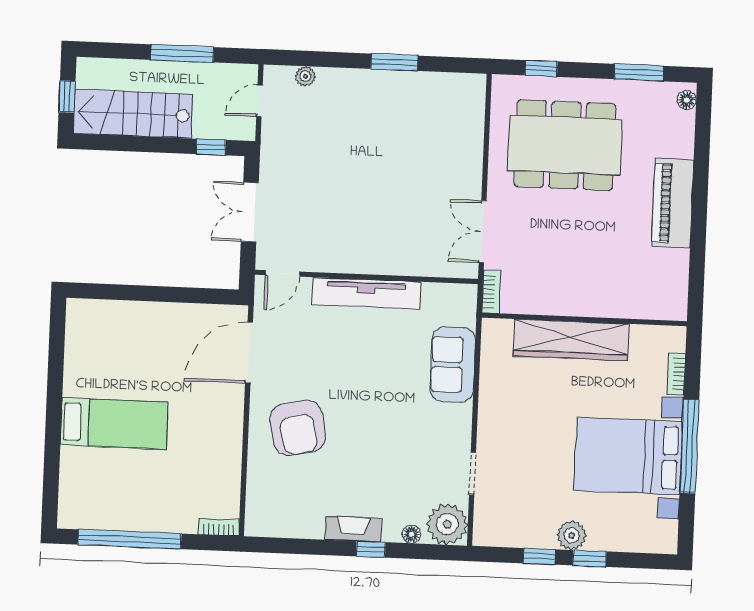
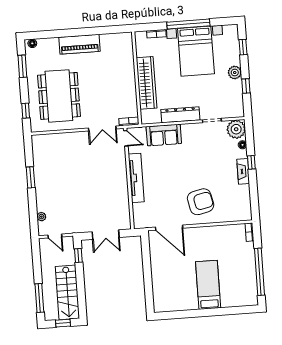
window: (182, 53) -> (39, 298), moved
door: (283, 273) -> (126, 138), moved
dresser: (493, 406) -> (180, 115), added
window: (590, 558) -> (243, 47), moved

